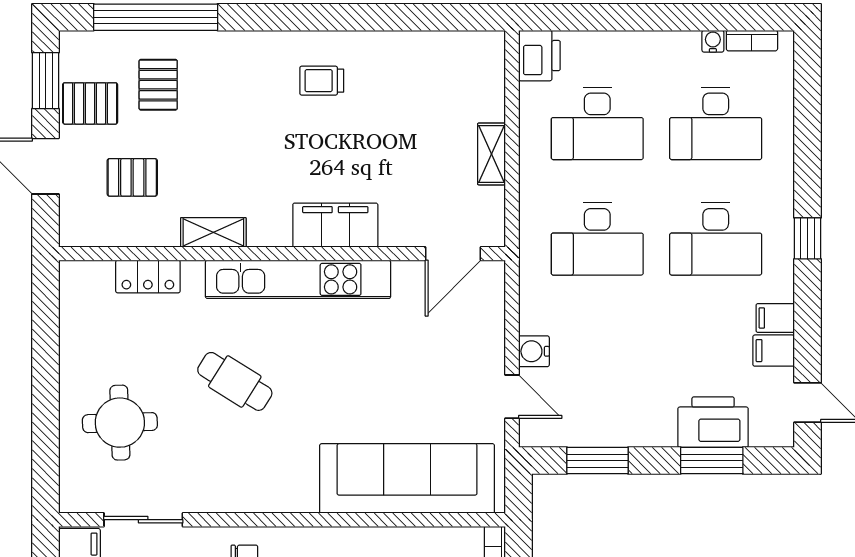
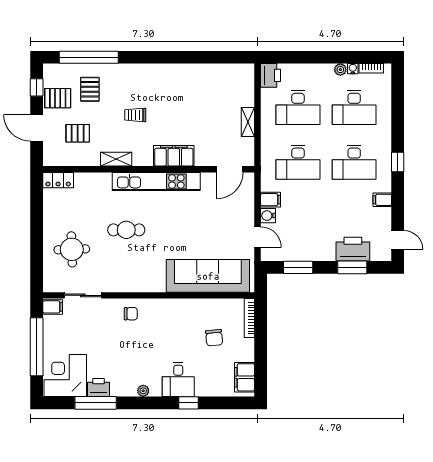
plant: (687, 43) -> (340, 70), added
window: (46, 81) -> (37, 87), width x0.67
trolley: (322, 81) -> (135, 115), moved
locker: (148, 277) -> (58, 180), moved
filing cabinet: (774, 351) -> (271, 200), moved, turned 180
cafe table: (235, 381) -> (126, 230), turned -32

